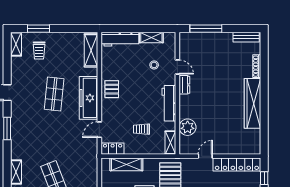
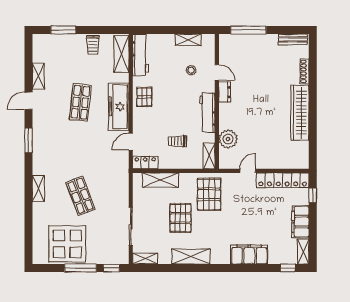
workbench: (120, 39) -> (140, 55), moved, turned -90
shelving: (16, 44) -> (38, 76), moved
trolley: (39, 51) -> (93, 45), moved

